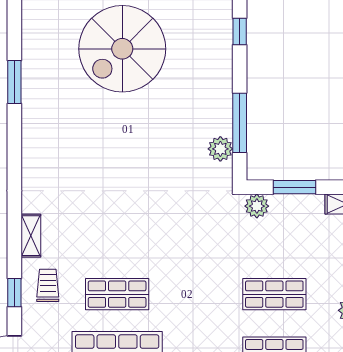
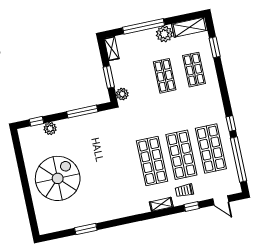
spiral stairs: (122, 49) -> (58, 178), turned -90
plant: (220, 149) -> (50, 128), moved
shop shelf: (117, 236) -> (152, 161), added
shop shelf: (117, 294) -> (181, 155), width x1.43, depth x1.36

